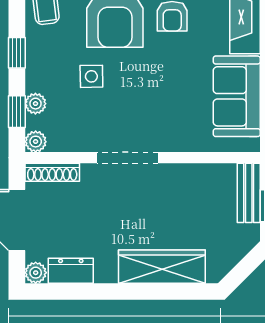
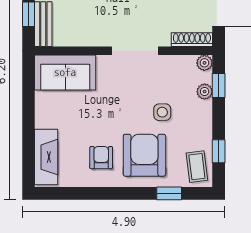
window: (17, 53) -> (219, 151), moved
sofa: (237, 96) -> (65, 72), moved, turned 90

